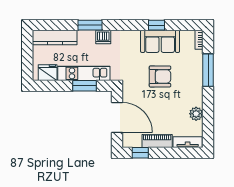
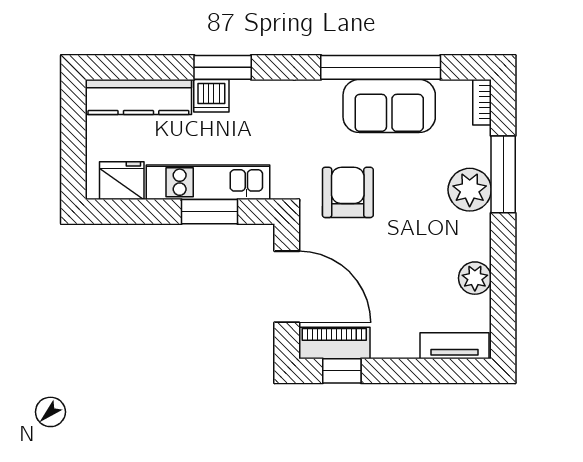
window: (156, 25) -> (381, 67), width x3.17
dishwasher: (103, 37) -> (211, 96), moved
armchair: (160, 76) -> (348, 192), moved, turned -90
plant: (194, 77) -> (470, 190), added
piano: (157, 141) -> (334, 343), moved

